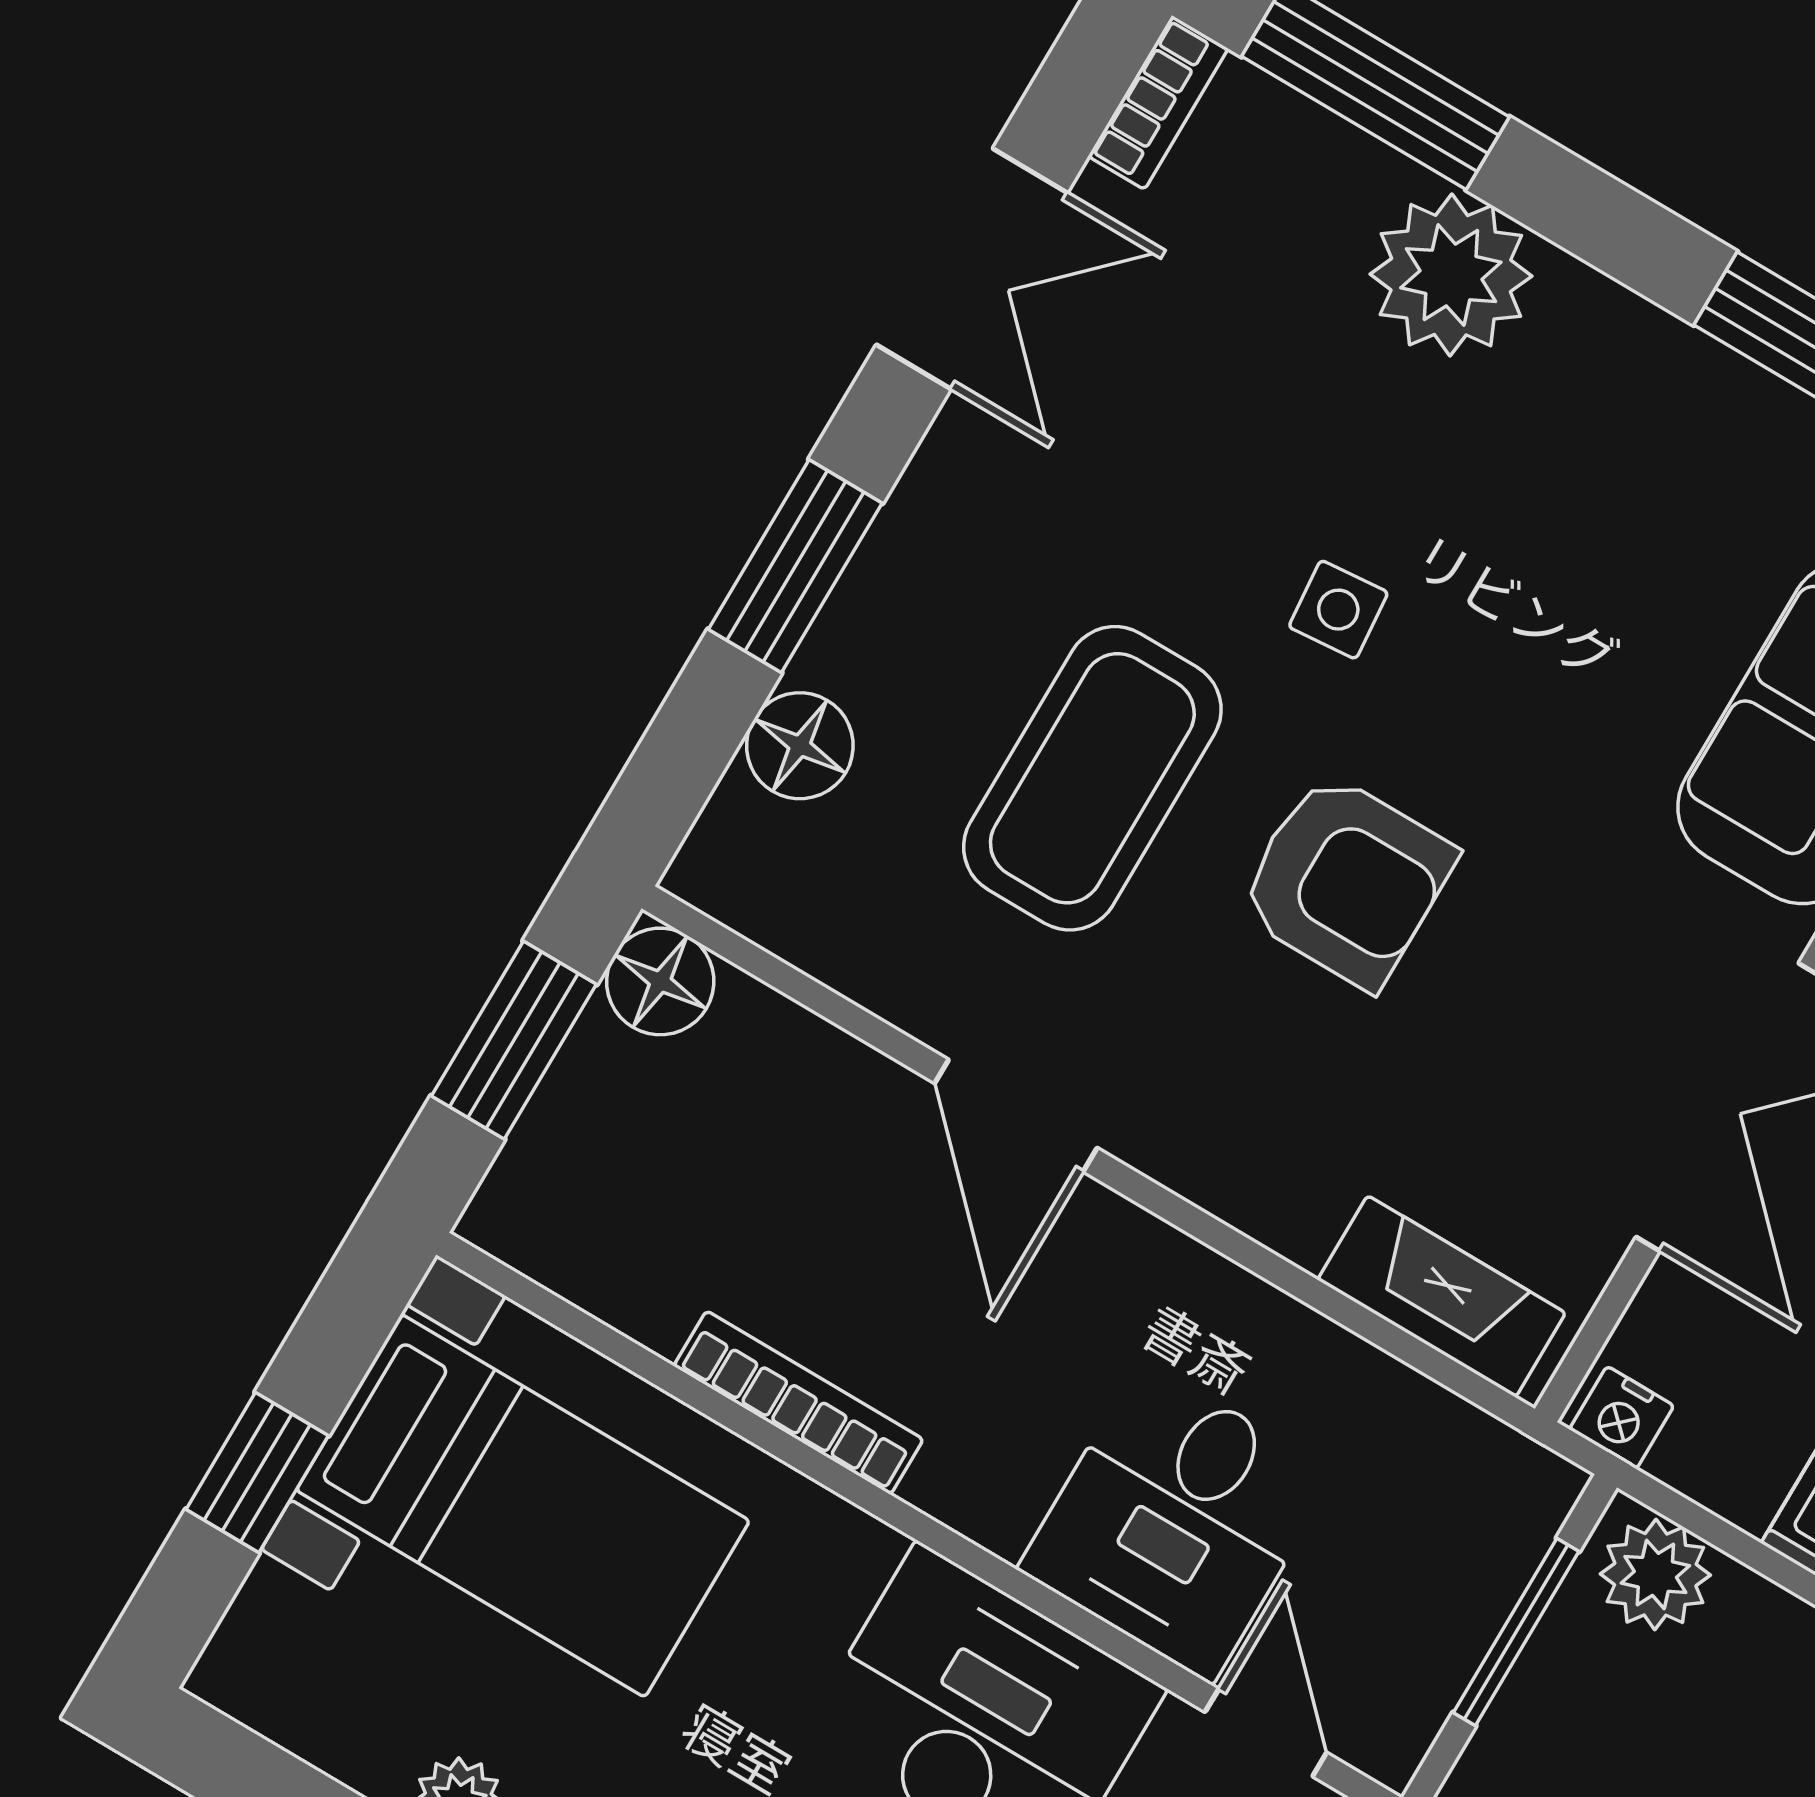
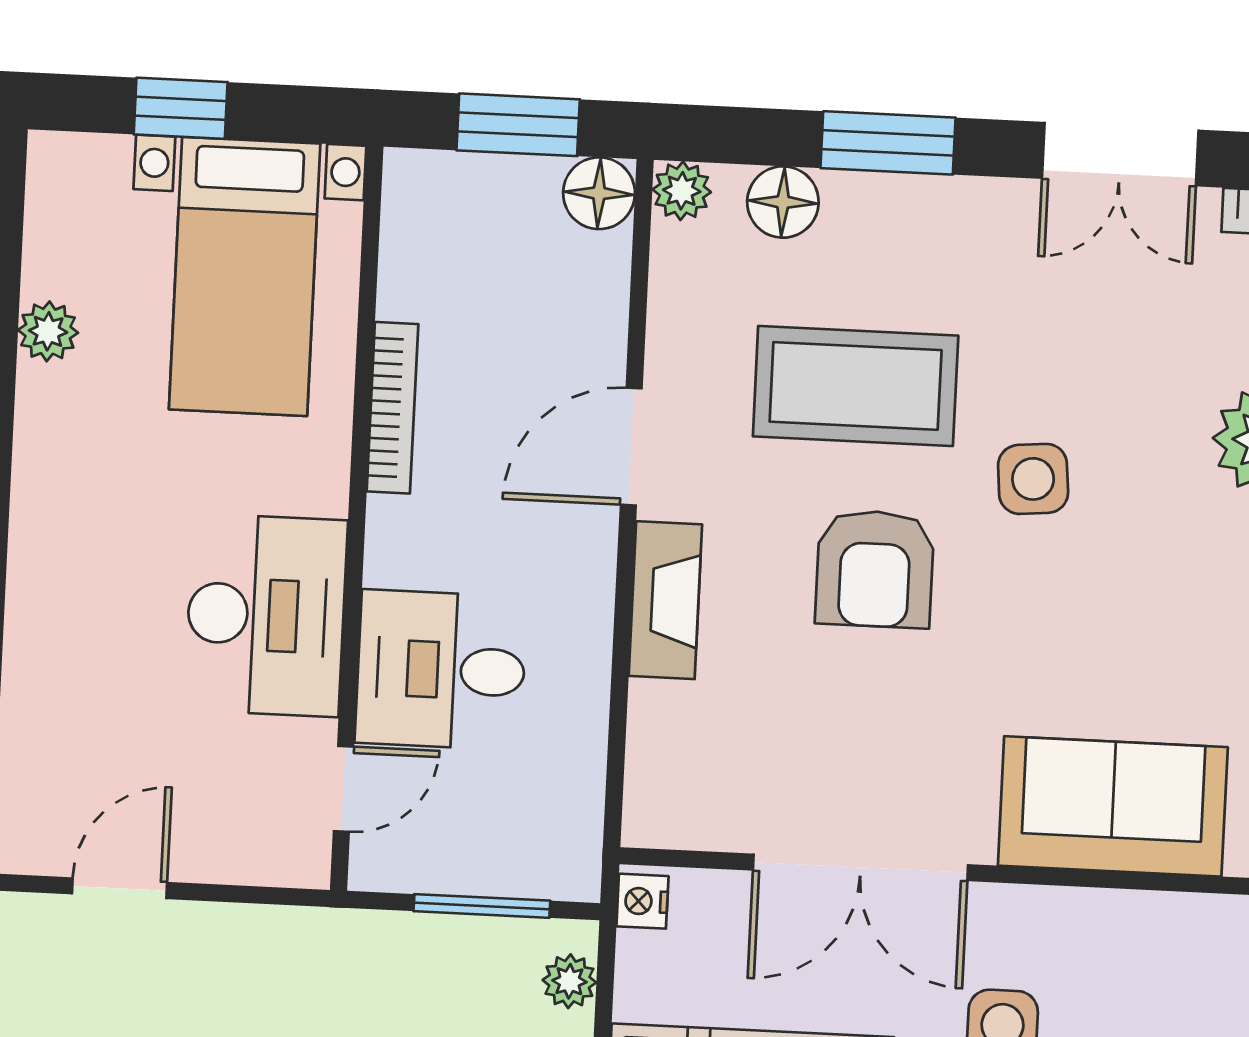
side table: (1338, 610) -> (1033, 479), width x1.37, depth x1.37
plant: (715, 871) -> (682, 191), added
fireplace: (1442, 1296) -> (665, 600), moved
plant: (1655, 1574) -> (569, 981), width x0.73, depth x0.73

